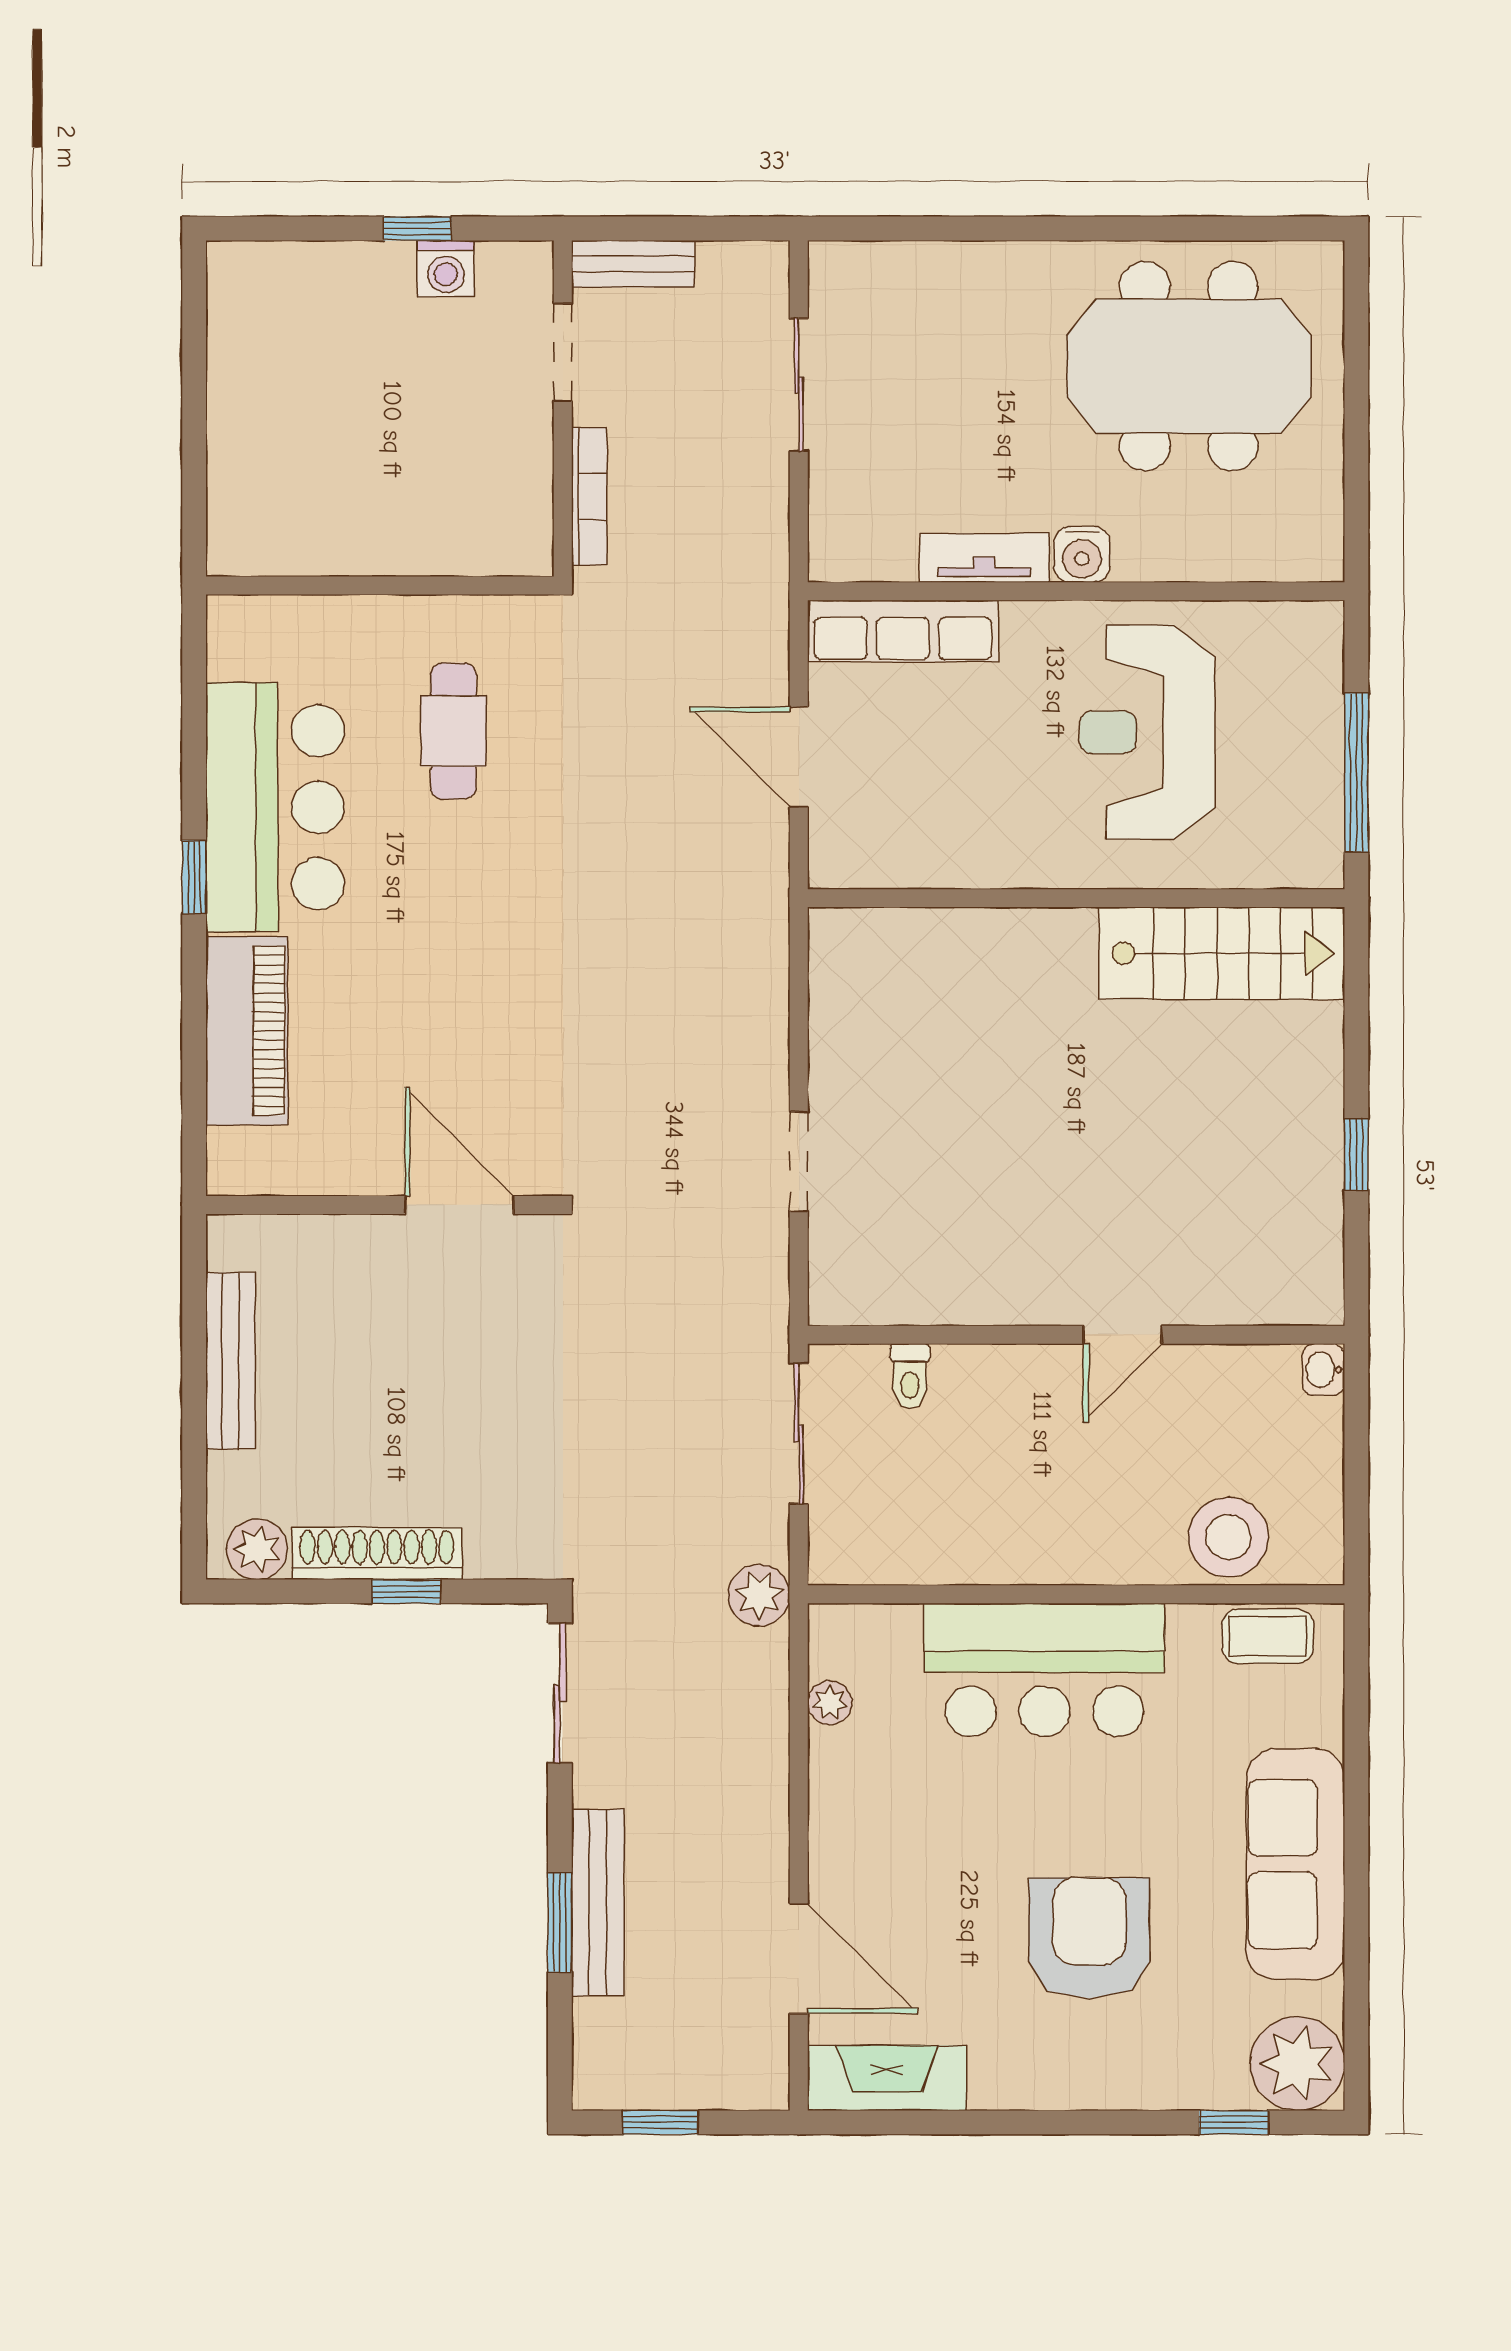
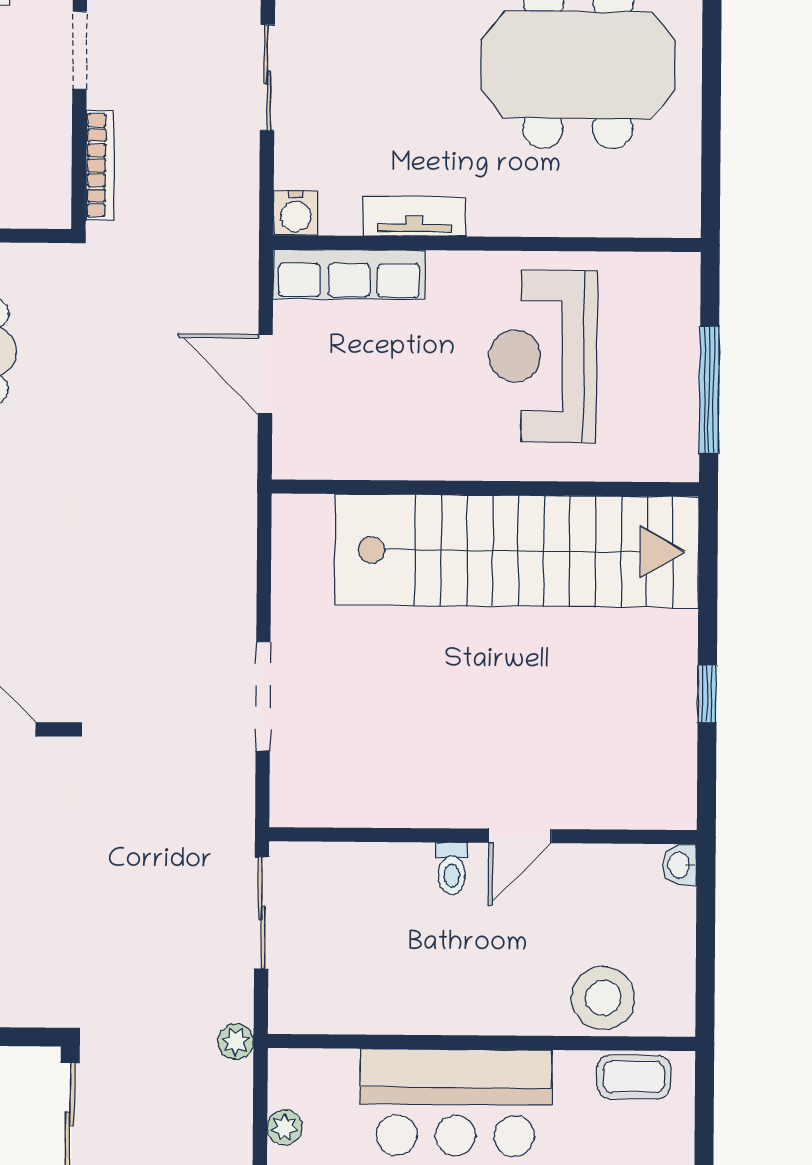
water cooler: (1082, 554) -> (296, 213), moved
stairs: (1222, 953) -> (517, 551), width x1.86, depth x1.51
doorway: (799, 1162) -> (263, 696), width x1.38
toilet: (910, 1376) -> (452, 869), moved
plant: (759, 1595) -> (236, 1041), width x0.73, depth x0.73

